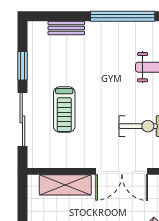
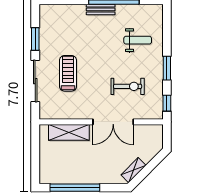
bench: (66, 28) -> (101, 9), moved
treadmill: (64, 109) -> (68, 73), turned 180

